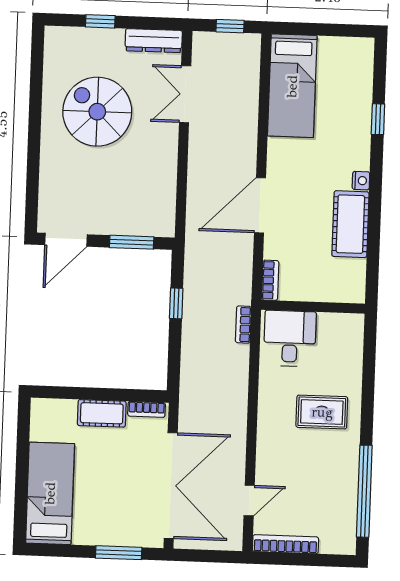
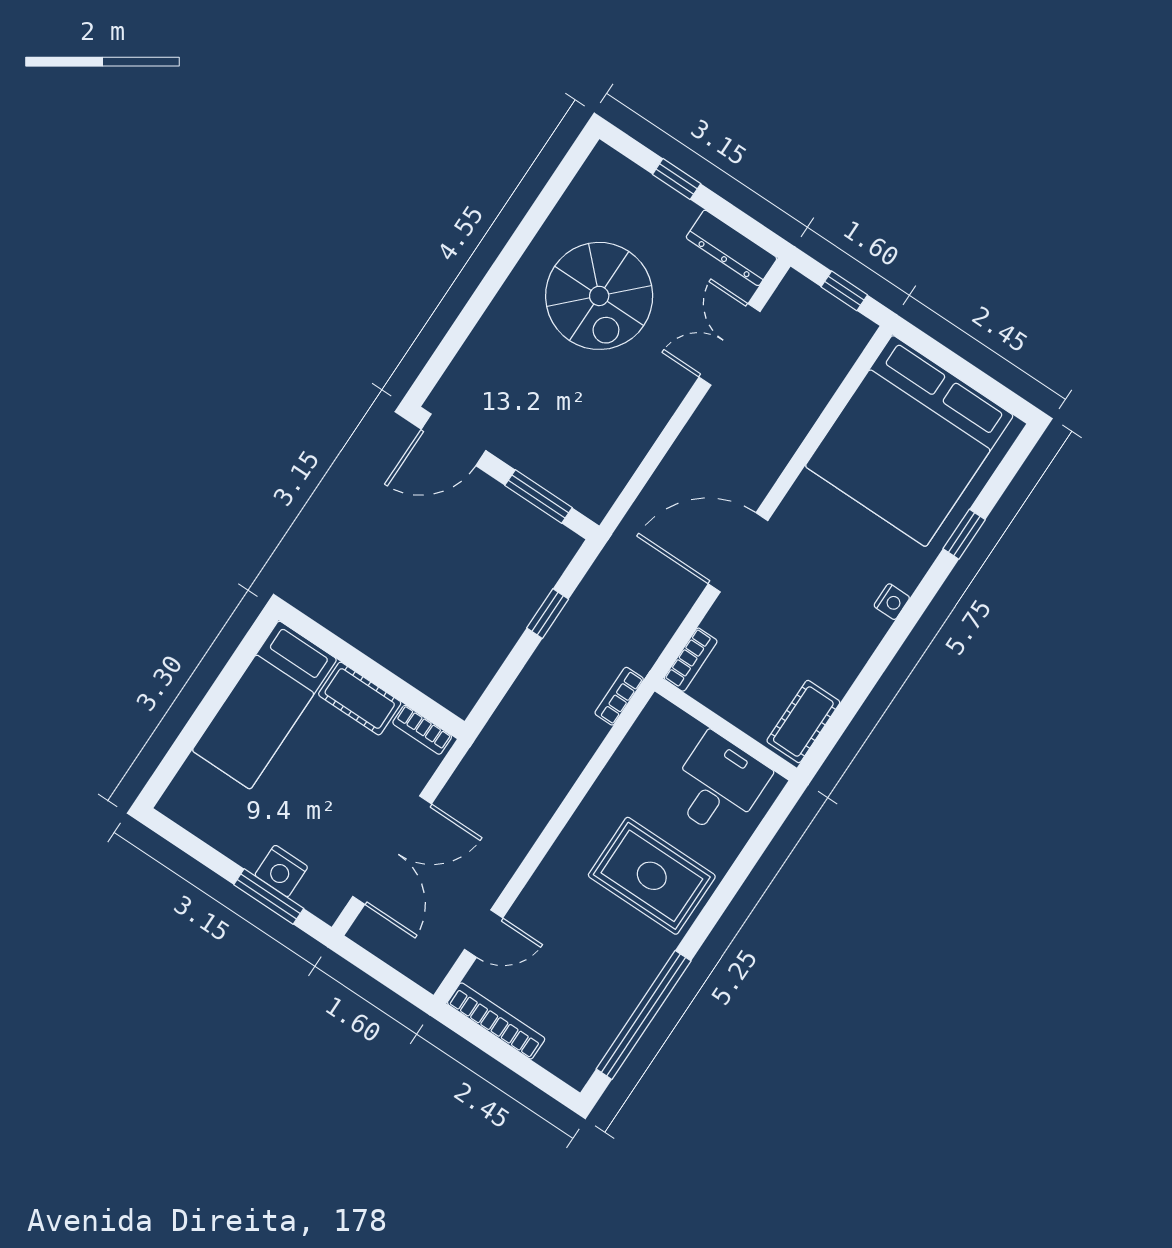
bed: (292, 86) -> (909, 441), width x2.04
spiral stairs: (97, 112) -> (599, 296), turned 180
cot: (350, 224) -> (803, 722), moved, width x0.73, depth x0.75
desk: (290, 339) -> (718, 785), moved
rug: (322, 412) -> (652, 876), width x1.36, depth x1.43
double door: (171, 486) -> (392, 850), width x0.73
bed: (50, 493) -> (264, 705), moved, turned 180
nightstand: (117, 534) -> (281, 871), added

